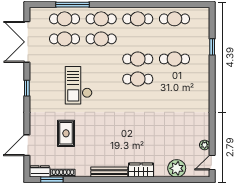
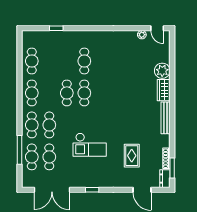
cafe table: (174, 59) -> (84, 61), moved
rug: (66, 133) -> (132, 156), turned 90
plant: (177, 168) -> (162, 71), moved

